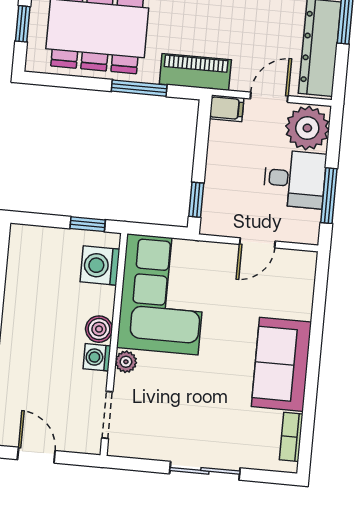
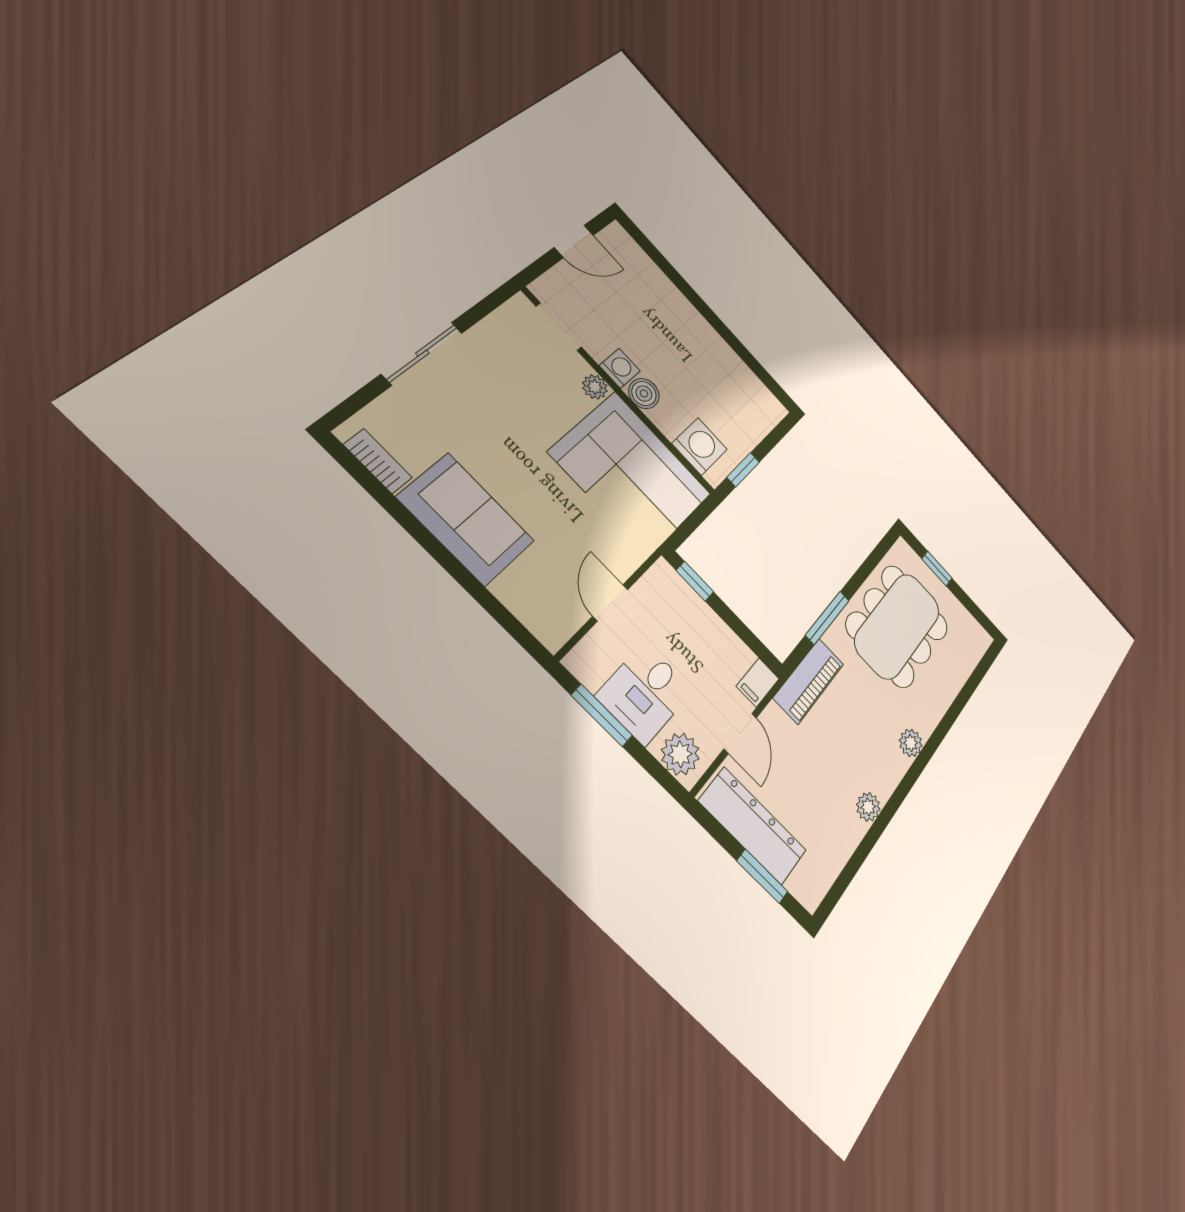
plant: (307, 128) -> (680, 754), width x0.73, depth x0.73

